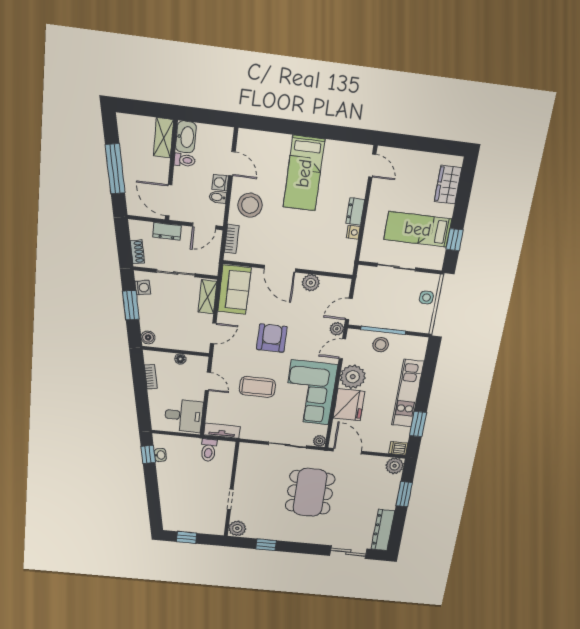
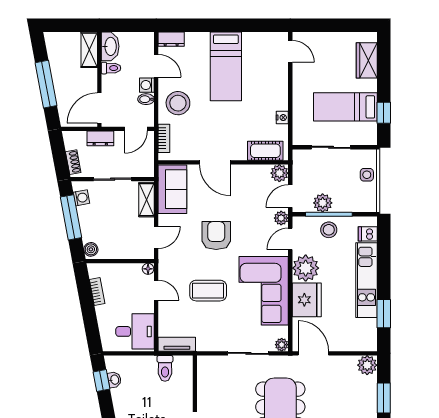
door: (169, 200) -> (99, 108), hinge flipped
dresser: (355, 211) -> (171, 39), moved, turned -90
cot: (331, 263) -> (265, 151), added
plant: (311, 283) -> (279, 173), moved
window: (131, 305) -> (71, 217), width x1.44
plant: (379, 319) -> (323, 203), added
floor lamp: (180, 359) -> (148, 269), moved
dishwasher: (398, 448) -> (368, 234), moved

